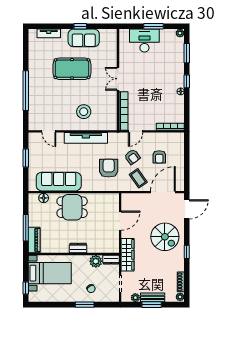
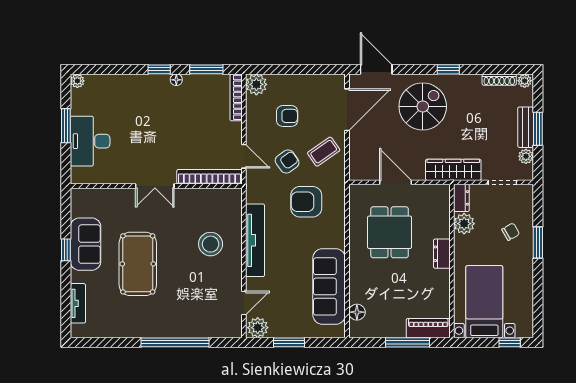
window: (187, 53) -> (206, 69), moved
plant: (34, 139) -> (258, 328), added
plant: (178, 139) -> (256, 84), added
door: (163, 192) -> (347, 110), swing flipped
dining table: (72, 207) -> (390, 232), moved

